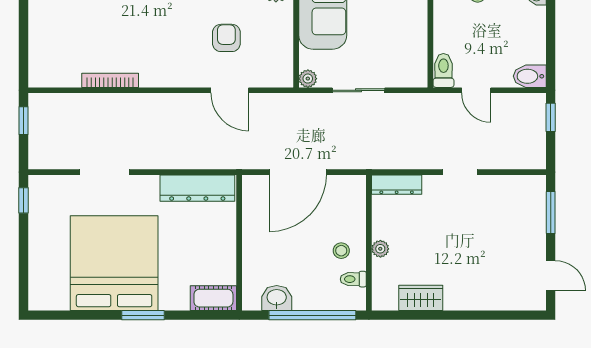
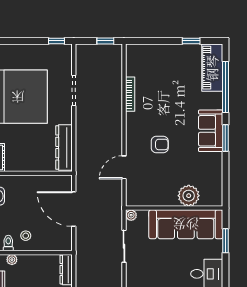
armchair: (226, 38) -> (160, 144), moved
plant: (380, 249) -> (12, 260), moved

